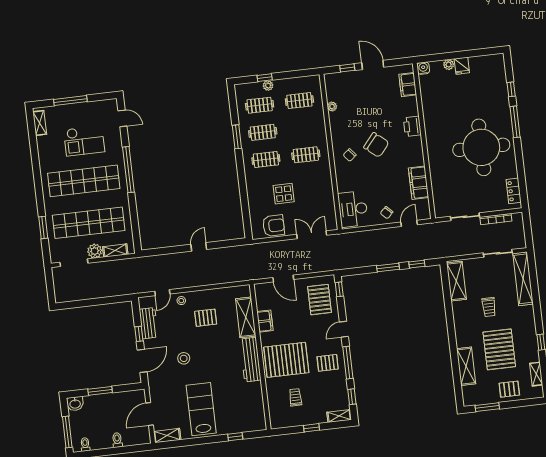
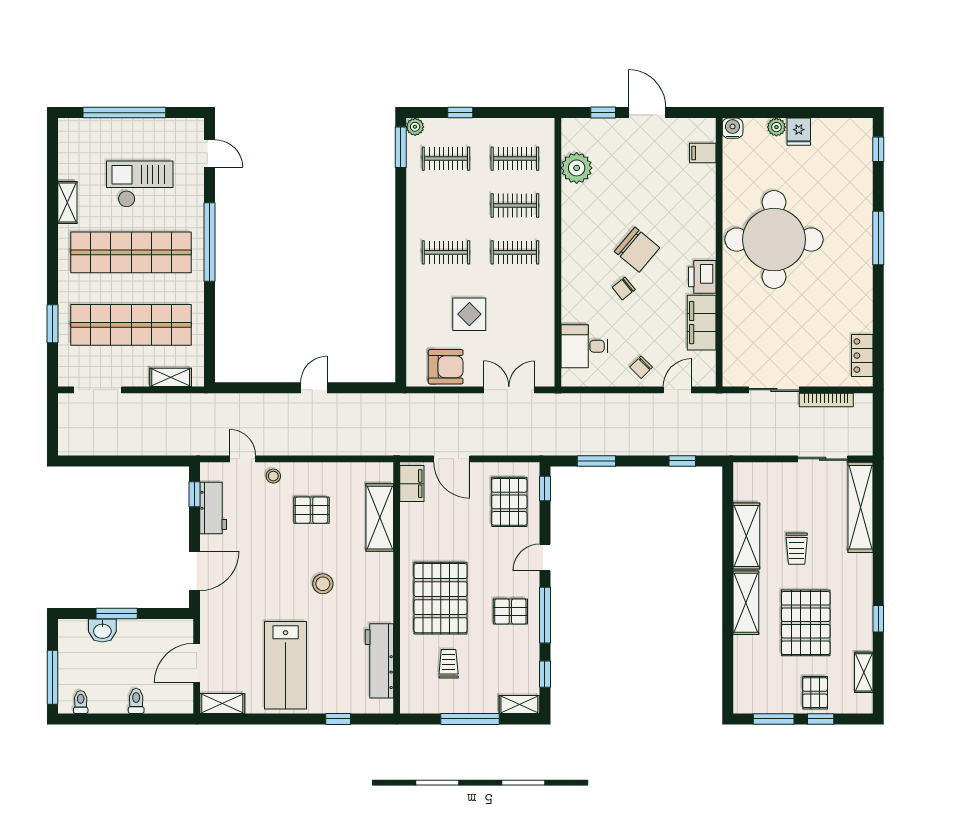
filing cabinet: (408, 85) -> (703, 153), width x0.50
plant: (268, 86) -> (415, 127), moved
window: (511, 89) -> (878, 149), moved
window: (70, 100) -> (124, 113), width x1.46
plant: (332, 106) -> (577, 168), width x1.88, depth x1.88
shelving: (40, 123) -> (67, 202), moved
printer: (412, 126) -> (702, 277), moved
clothes rail: (263, 132) -> (515, 205), moved
window: (237, 137) -> (401, 147), moved
checkout: (84, 141) -> (140, 184), turned 180
round table: (481, 147) -> (774, 240), moved
chair: (350, 155) -> (624, 288), moved
desk: (353, 209) -> (584, 346), width x0.73
plant: (95, 251) -> (136, 374), removed
window: (388, 267) -> (596, 461), moved
shelving: (456, 281) -> (746, 536), moved
door: (162, 293) -> (243, 459), swing flipped
filing cabinet: (265, 321) -> (412, 484), moved
window: (139, 334) -> (194, 494), moved
stool: (184, 358) -> (323, 584), moved
workbench: (250, 360) -> (379, 661), moved
pallet: (286, 360) -> (441, 598), turned 90
shelving: (466, 366) -> (746, 603), moved
pallet: (509, 389) -> (815, 693), turned 90
washbasin: (75, 404) -> (102, 631), moved
window: (514, 404) -> (821, 719), added
lab bench: (201, 409) -> (286, 665), turned 180
window: (311, 428) -> (470, 719), width x2.17

